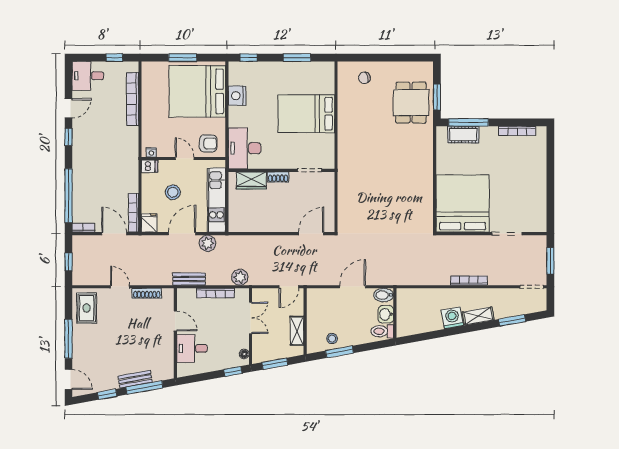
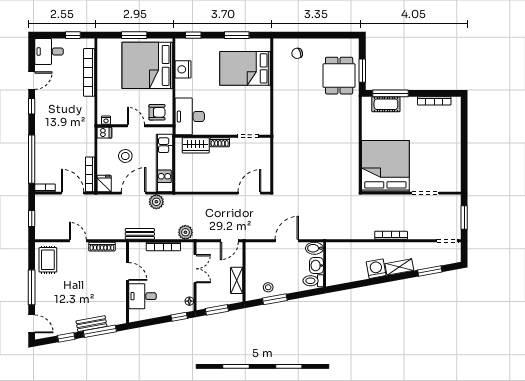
bed: (306, 114) -> (245, 68), moved

